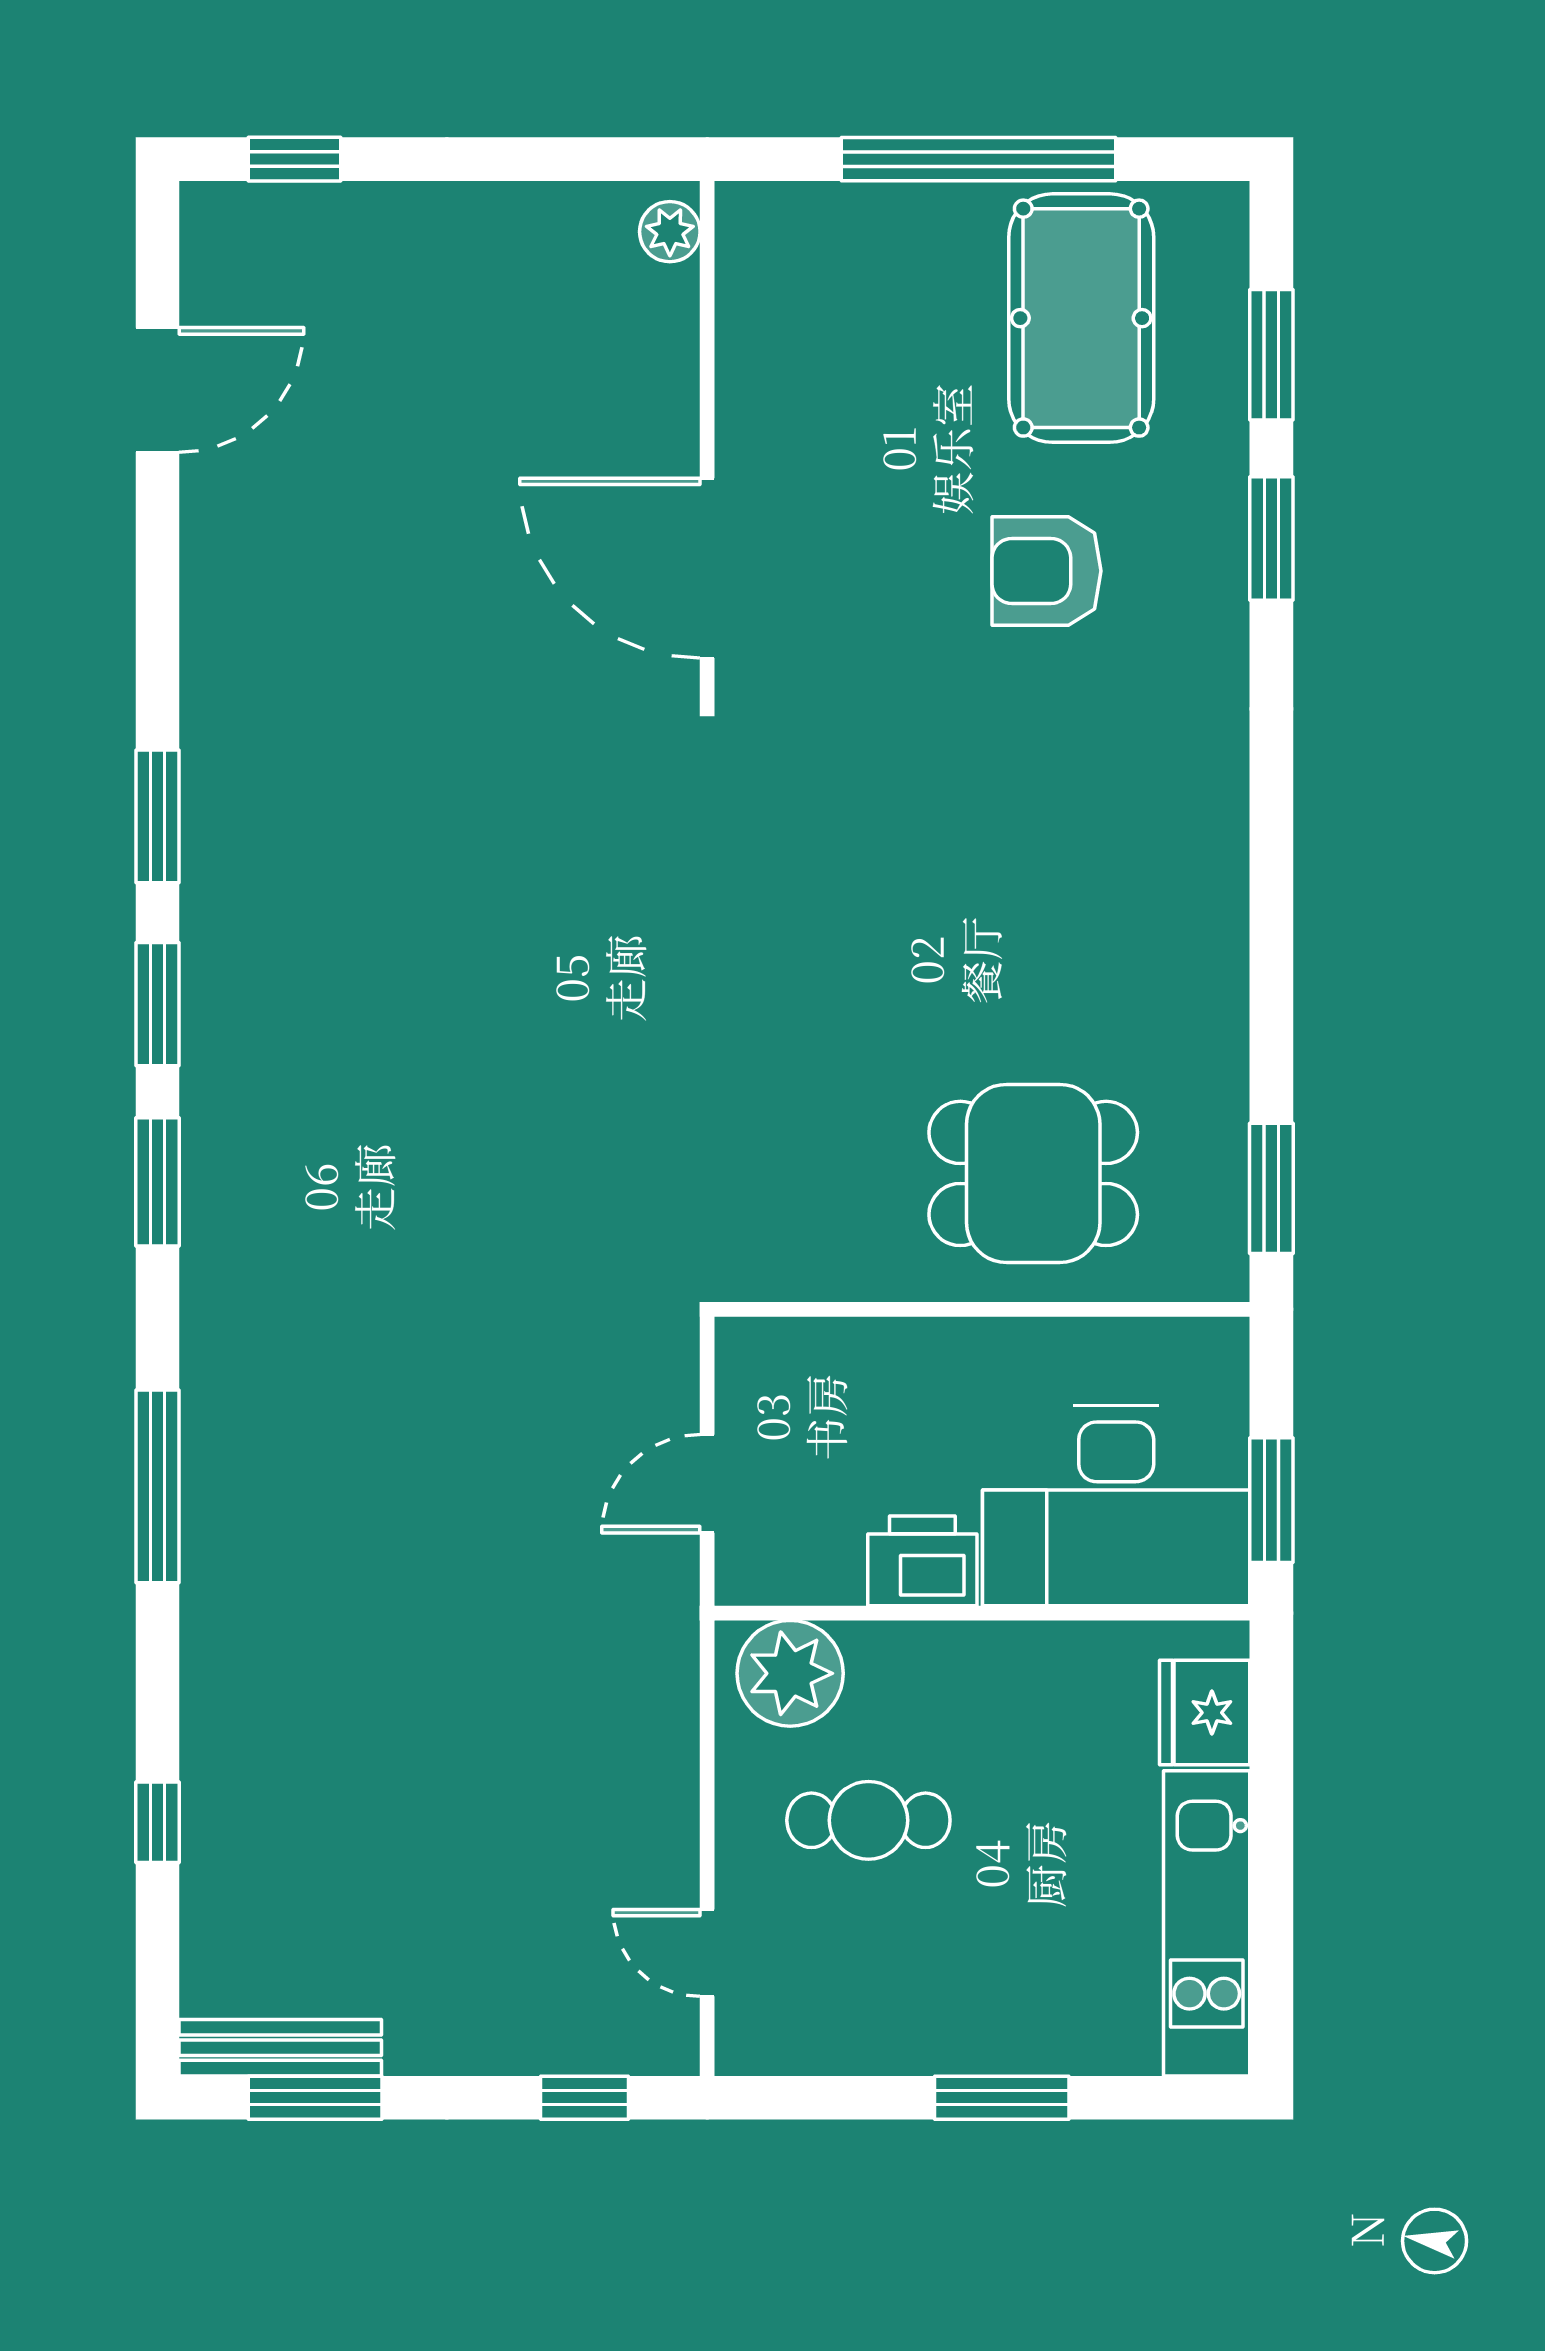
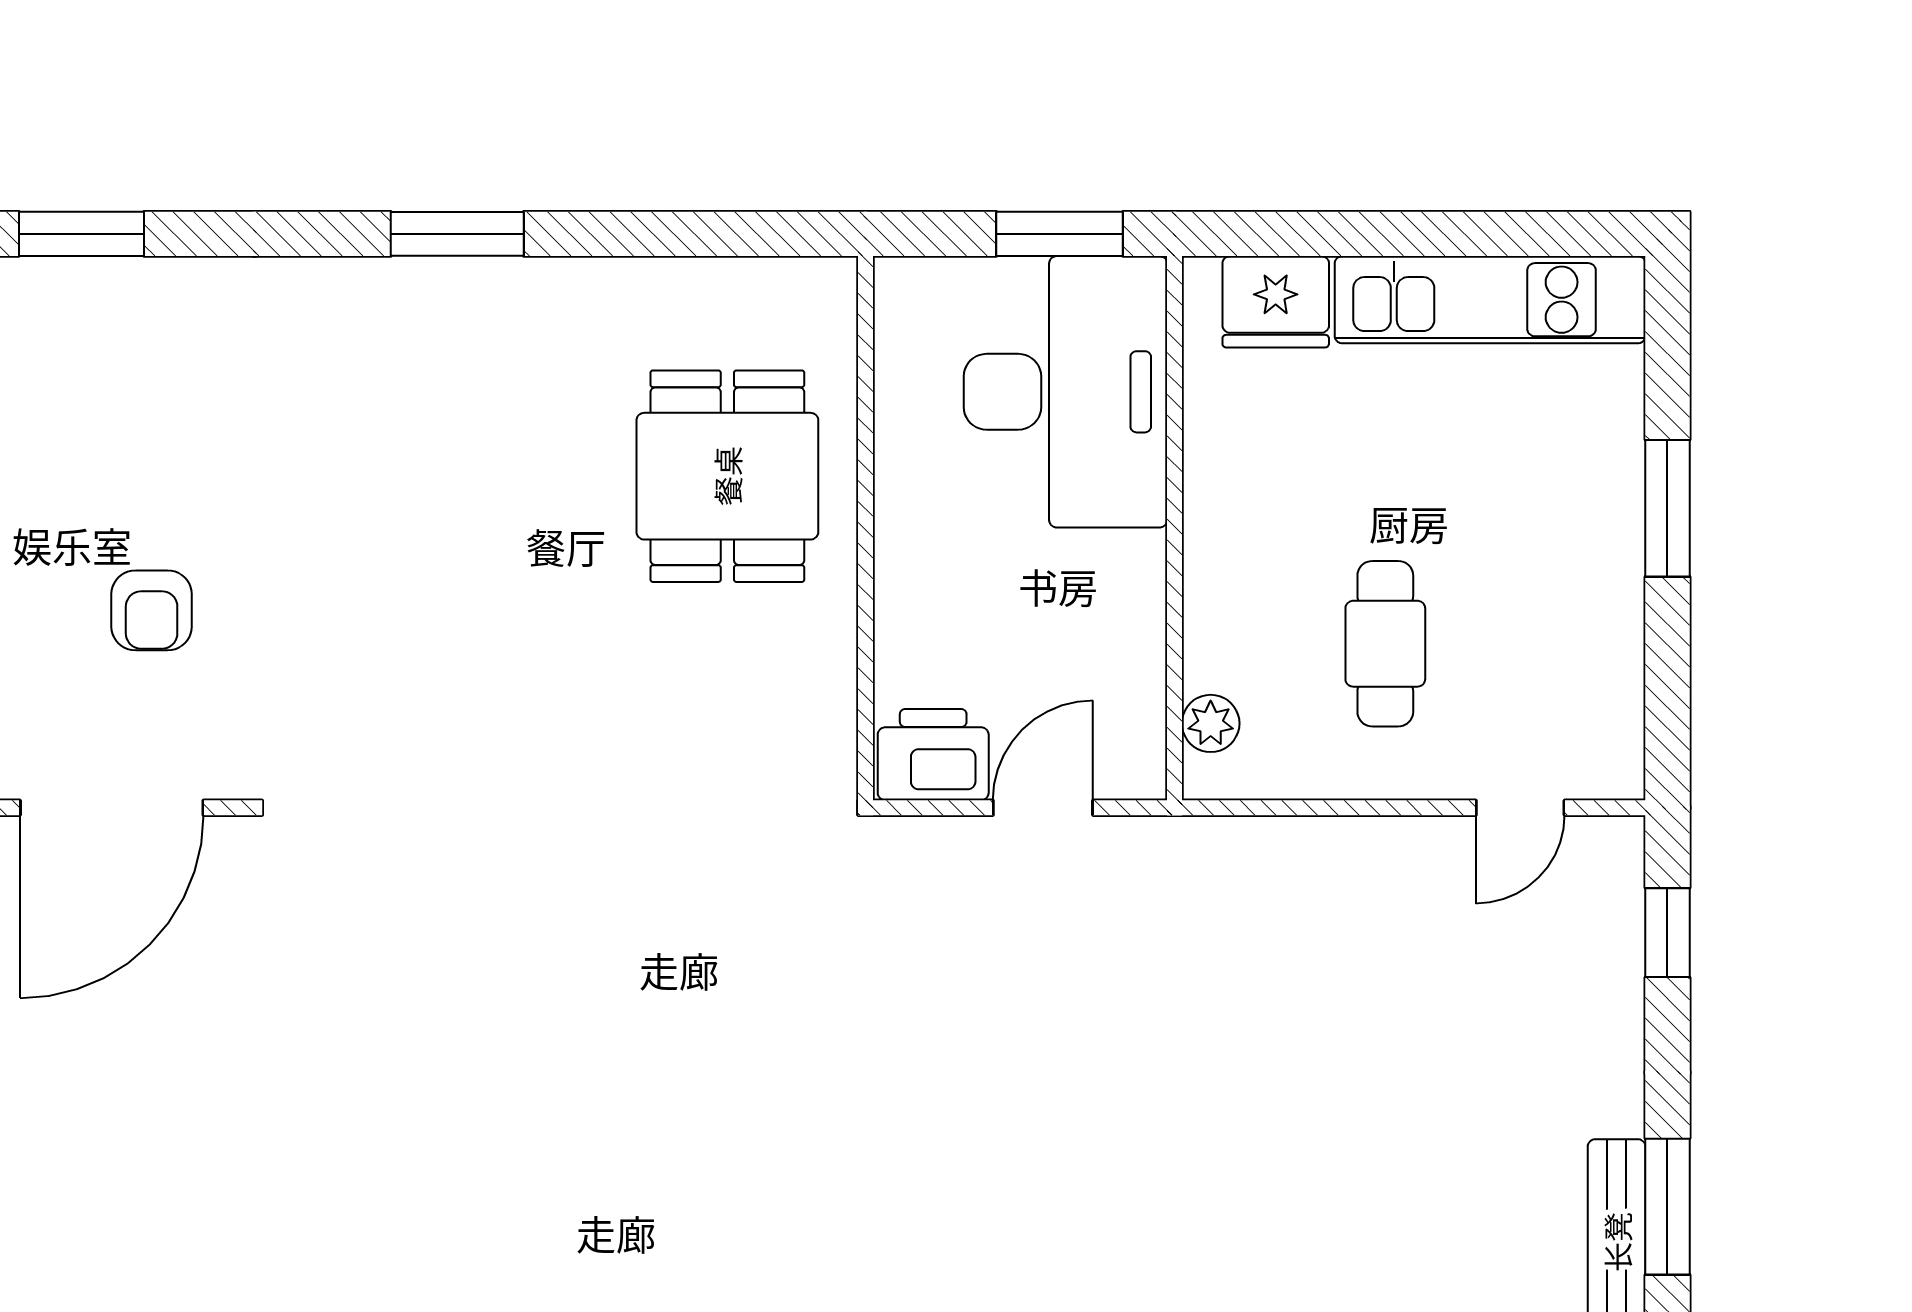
armchair: (1047, 571) -> (152, 610), moved, width x0.72, depth x0.72
window: (1271, 1188) -> (457, 234), moved
door: (707, 1484) -> (1043, 808), swing flipped
printer: (922, 1561) -> (933, 755), moved, turned 90
plant: (790, 1673) -> (1211, 723), width x0.53, depth x0.53

